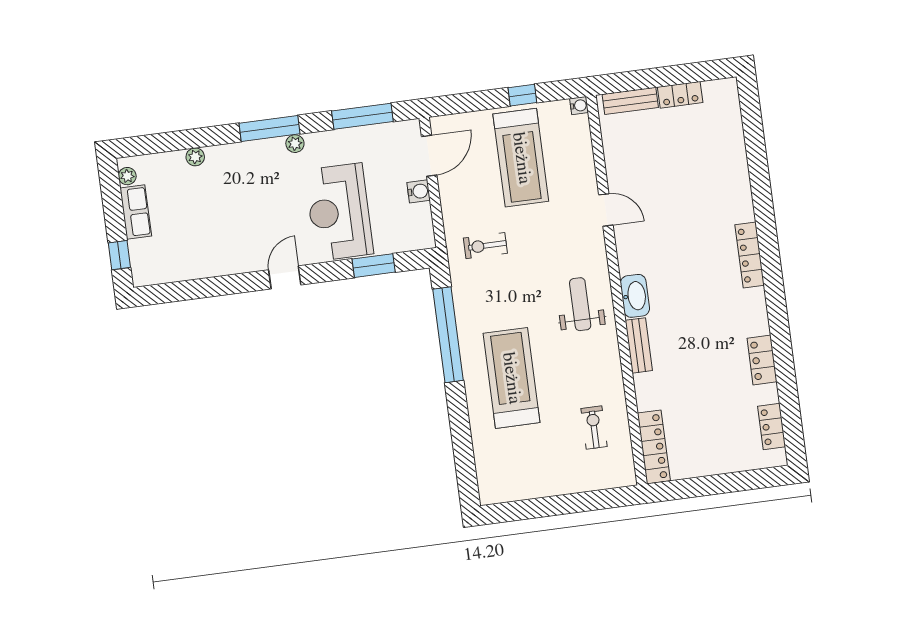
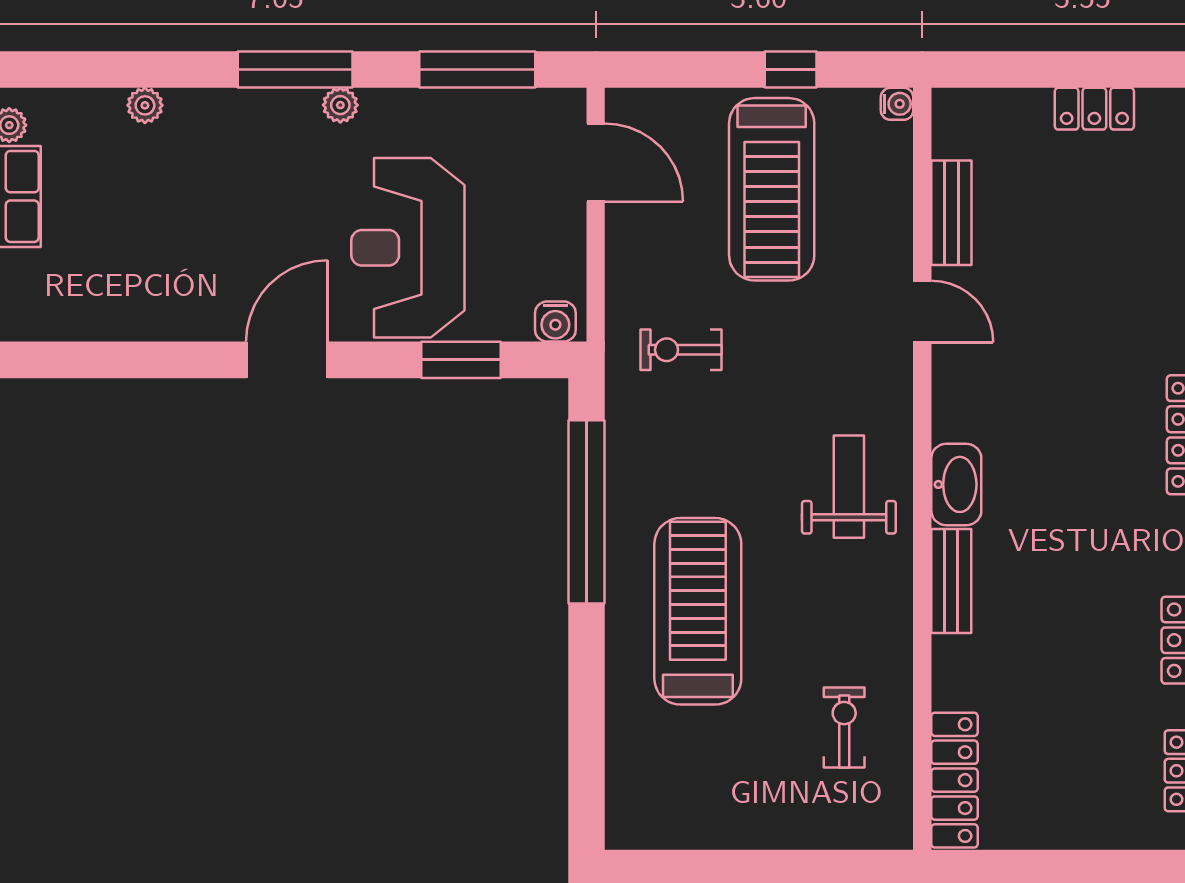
bench: (630, 101) -> (951, 213), moved, turned 90
door: (429, 156) -> (596, 162), hinge flipped
water cooler: (419, 191) -> (555, 322), moved, turned 90
door: (285, 277) -> (287, 360), width x1.38

